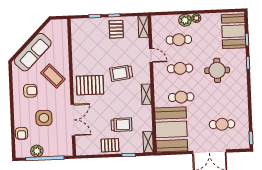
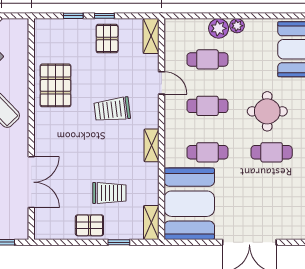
pallet: (90, 85) -> (55, 85), moved, turned 90
cafe table: (222, 124) -> (272, 152), moved

